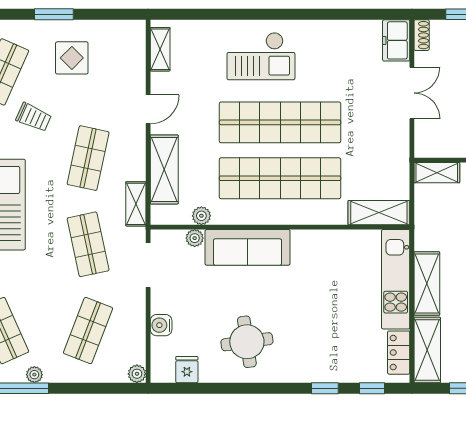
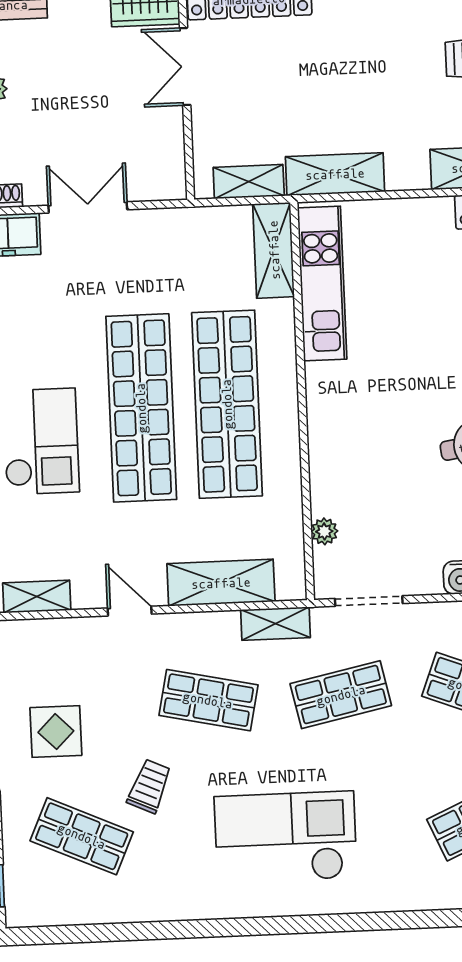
shelving: (437, 173) -> (249, 182), moved, turned 90
plant: (201, 216) -> (290, 522), removed
sofa: (247, 247) -> (335, 450), removed
kitchen unit: (396, 279) -> (322, 284), moved, turned -90
shelving: (427, 284) -> (335, 174), moved

